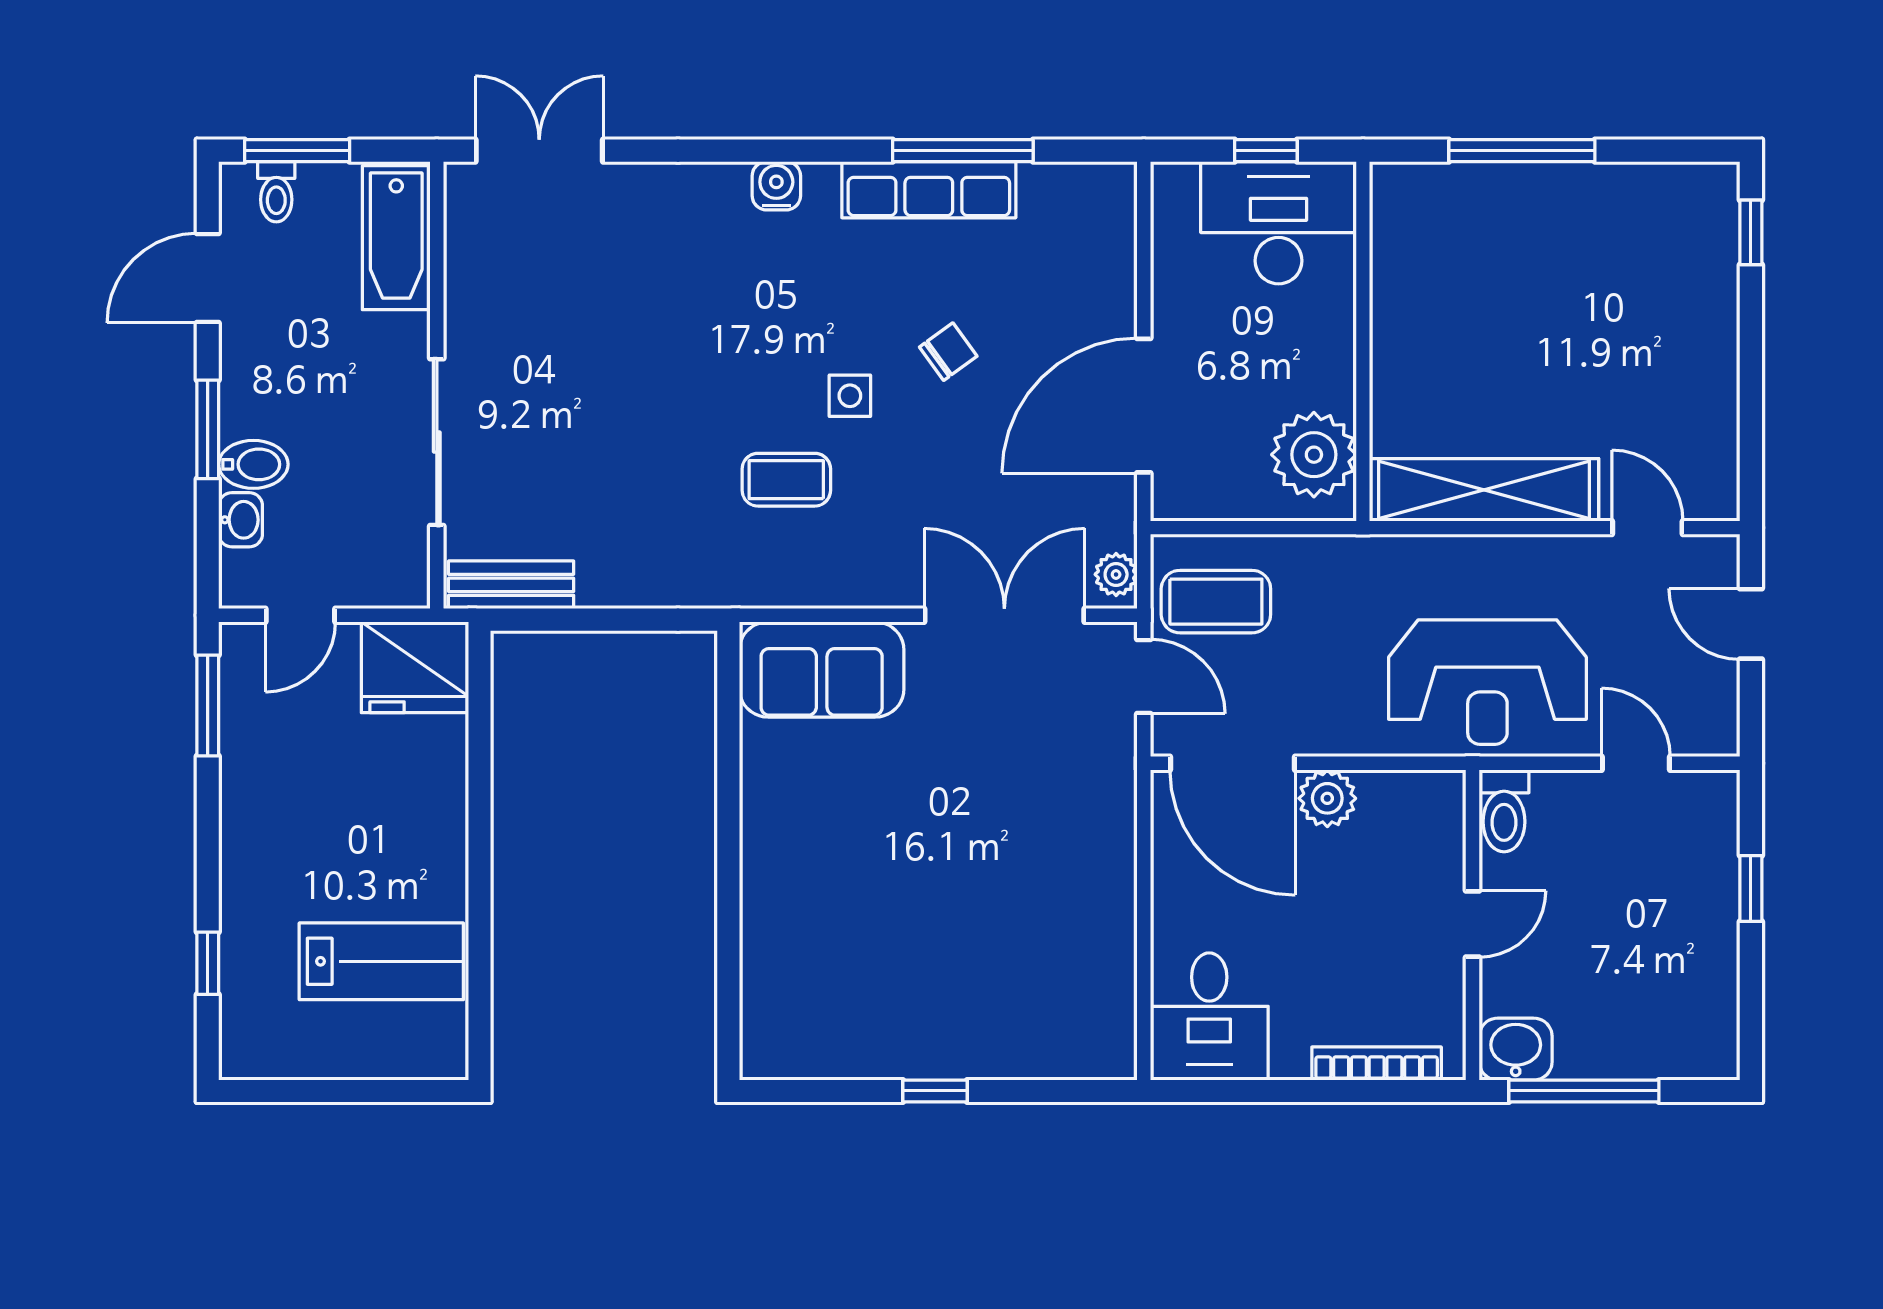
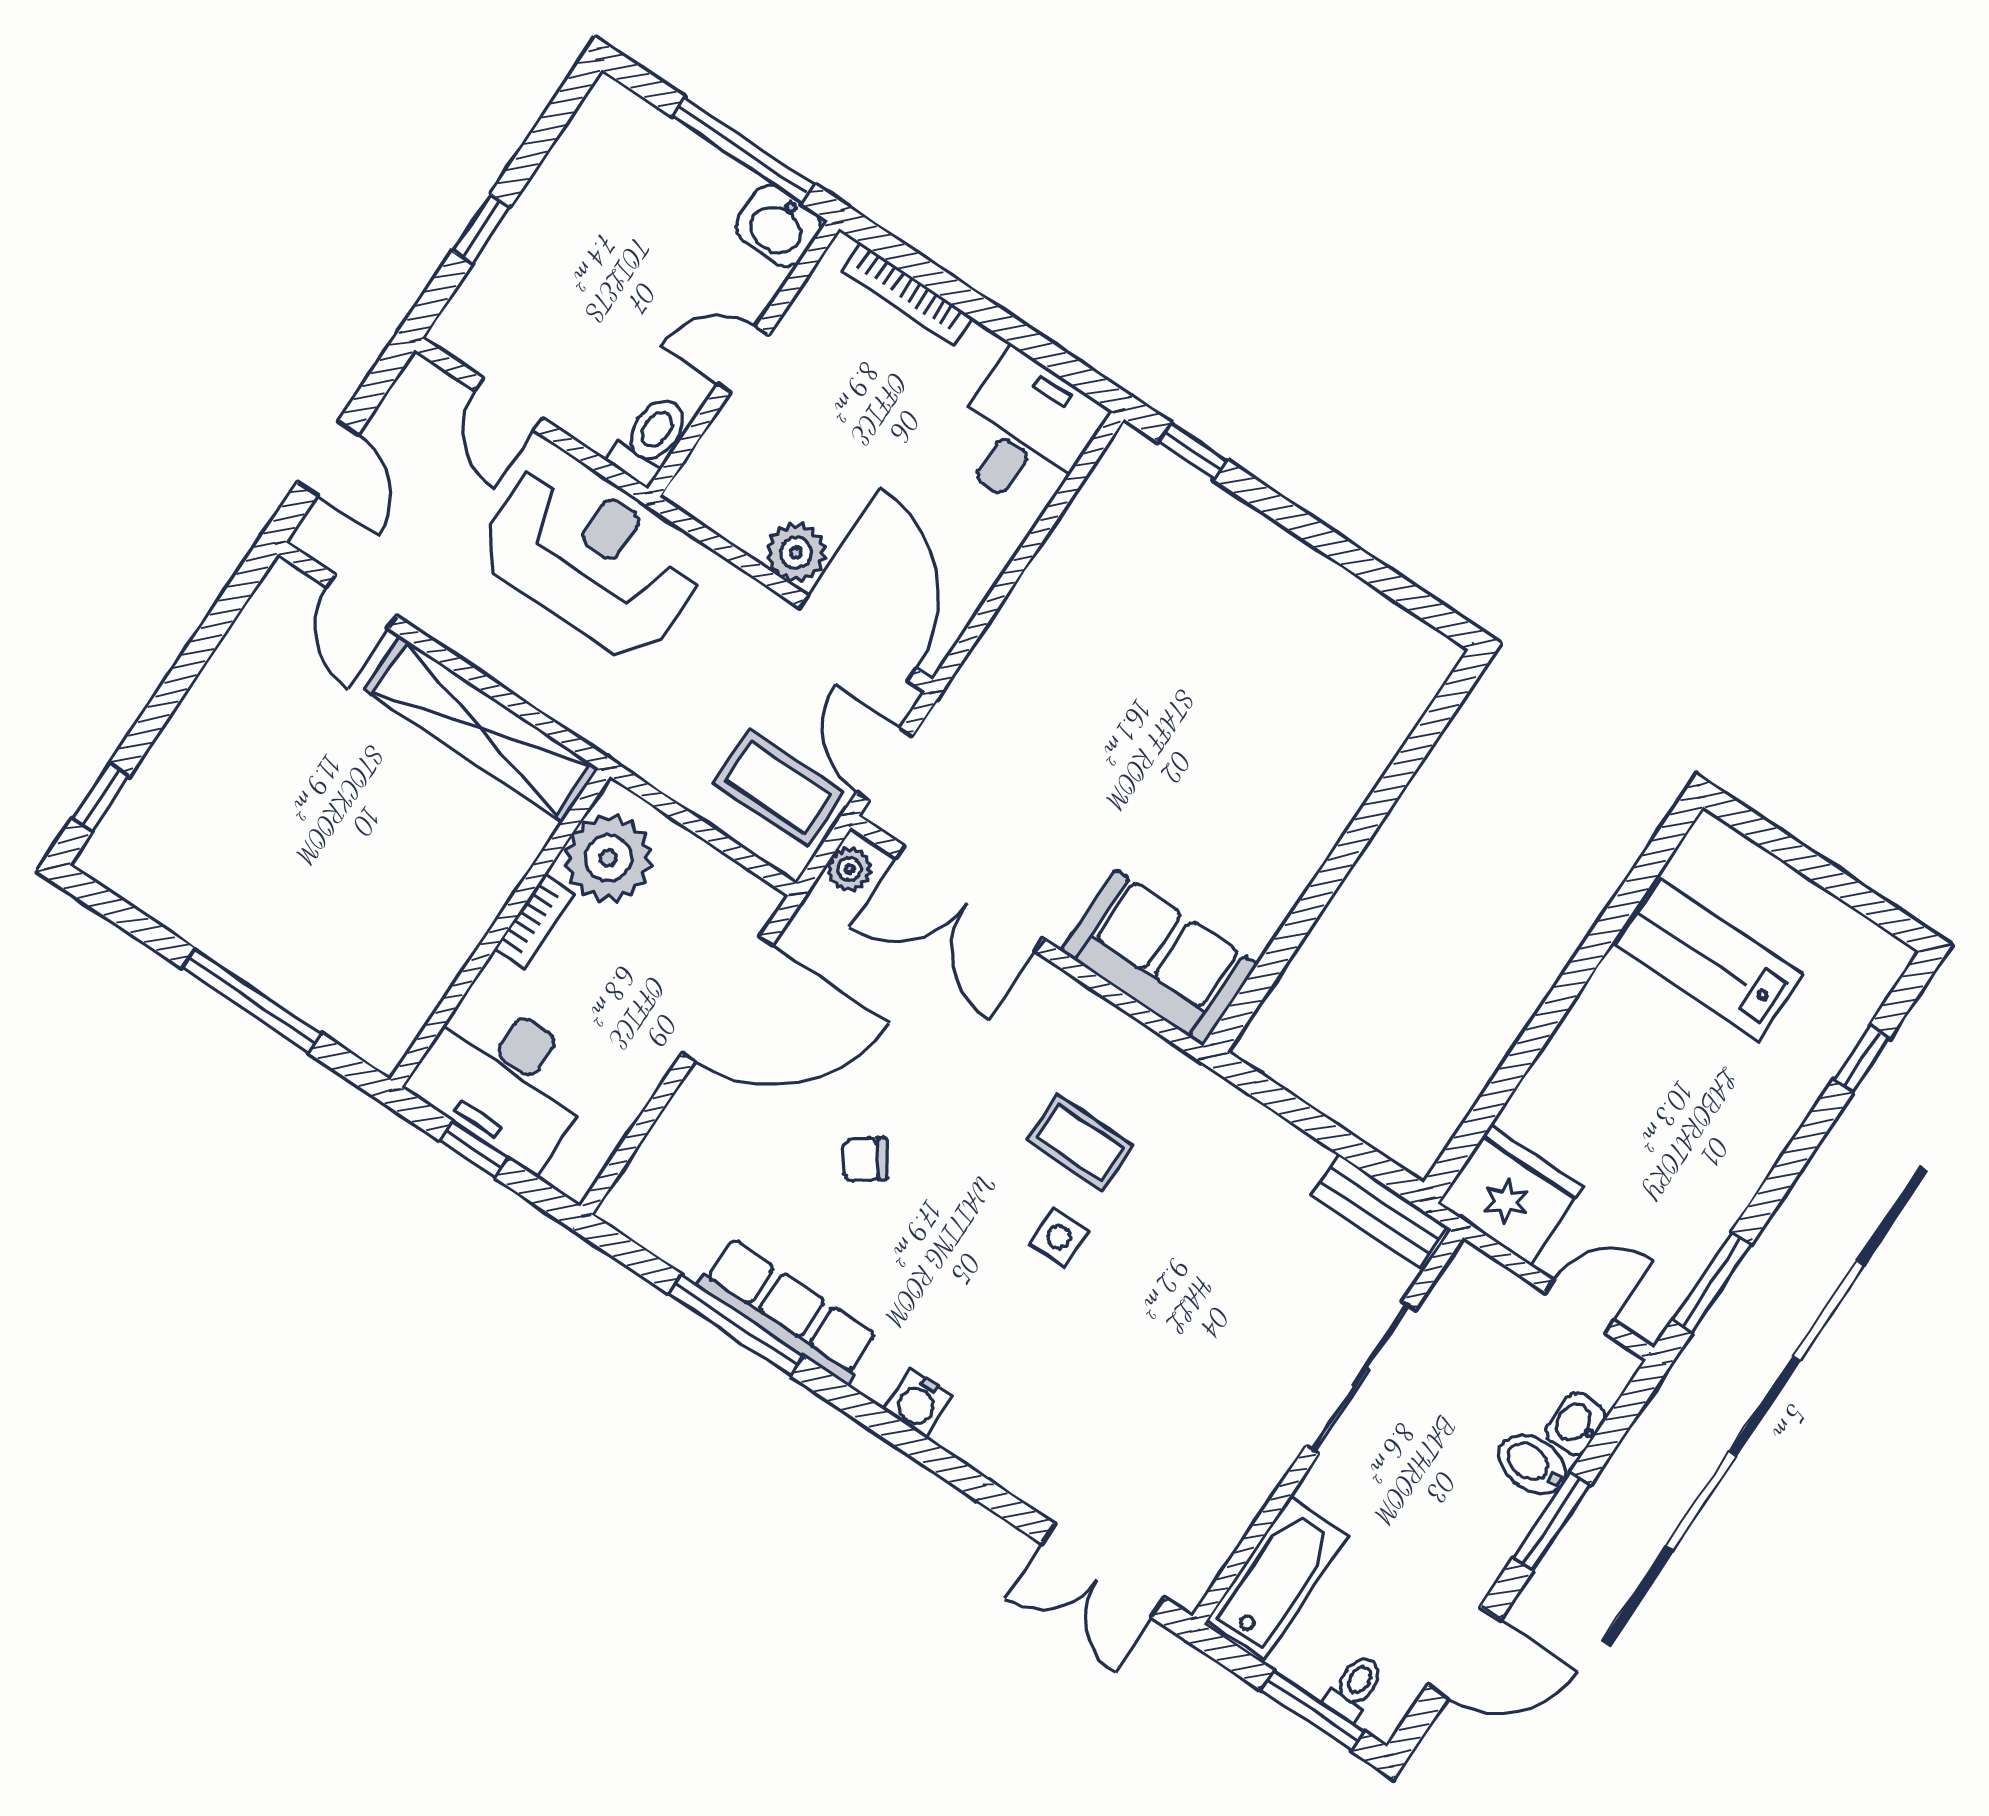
bookcase: (1339, 365) -> (534, 921), added
side table: (850, 396) -> (1059, 1237), moved
window: (935, 1091) -> (1193, 451), moved

